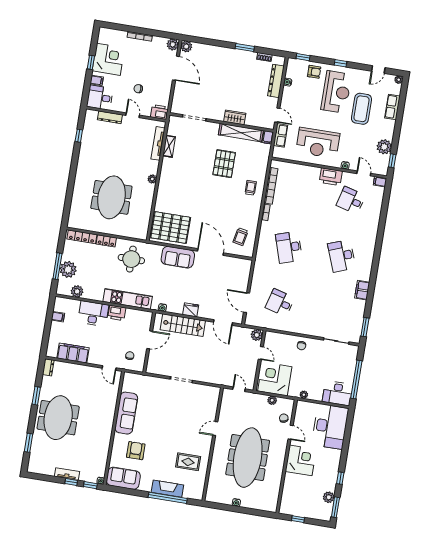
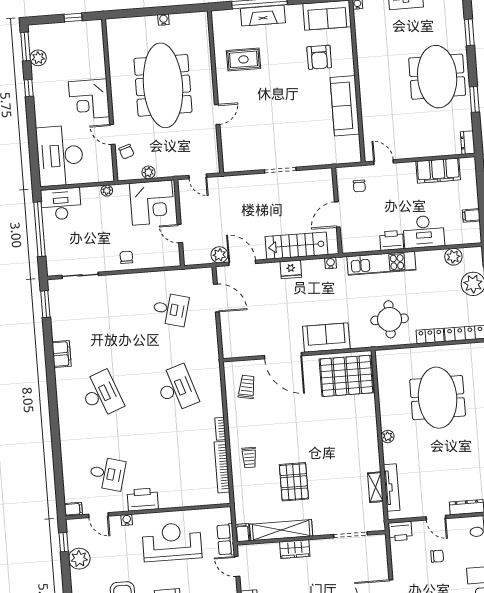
plant: (257, 335) -> (219, 255), moved

